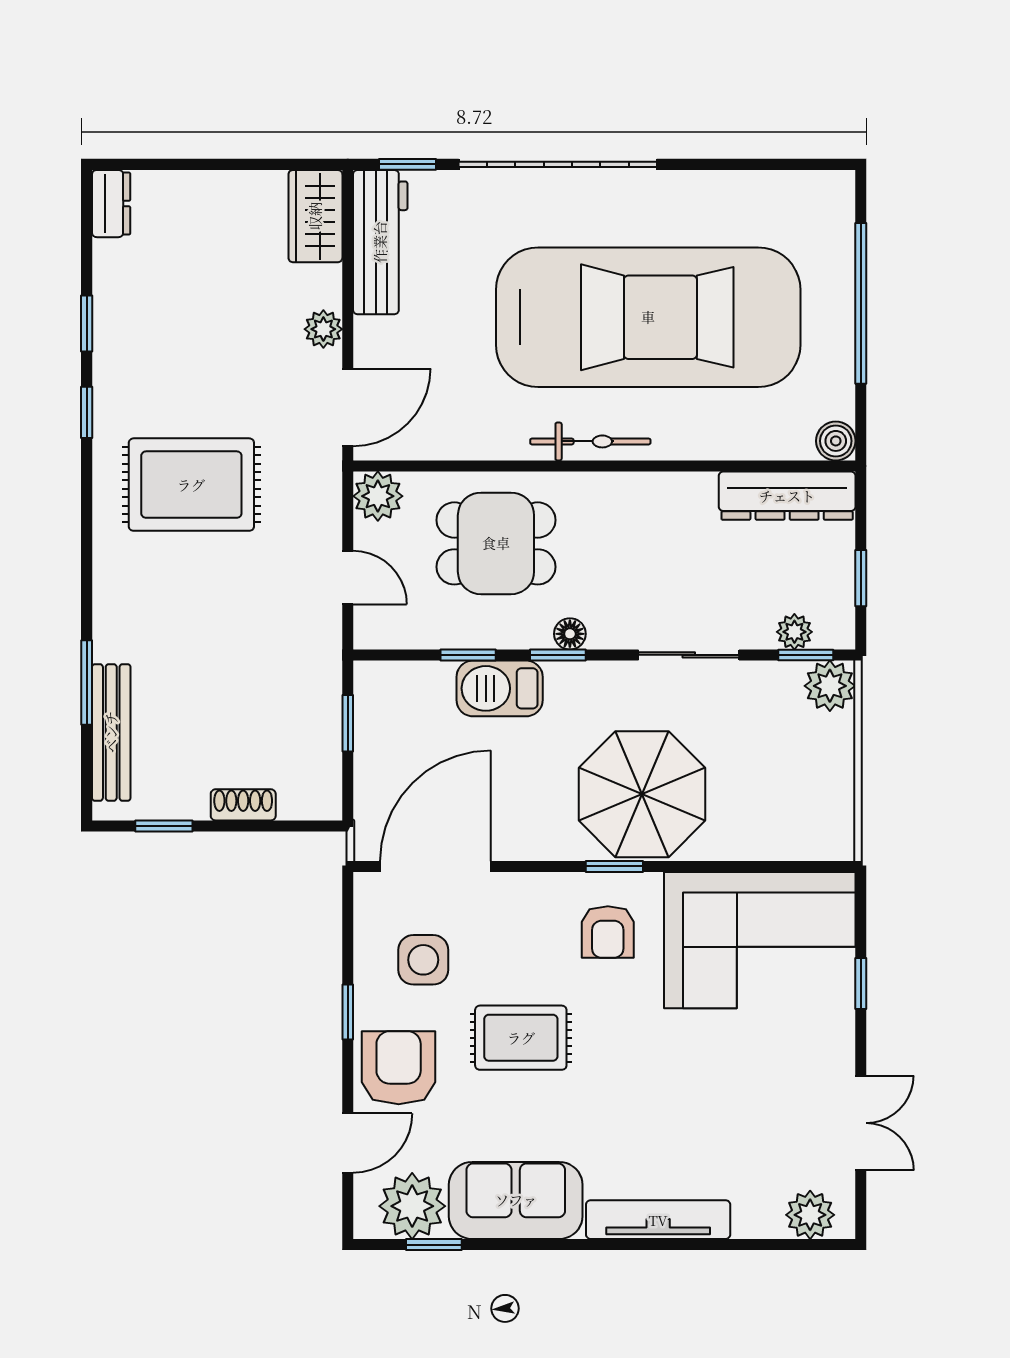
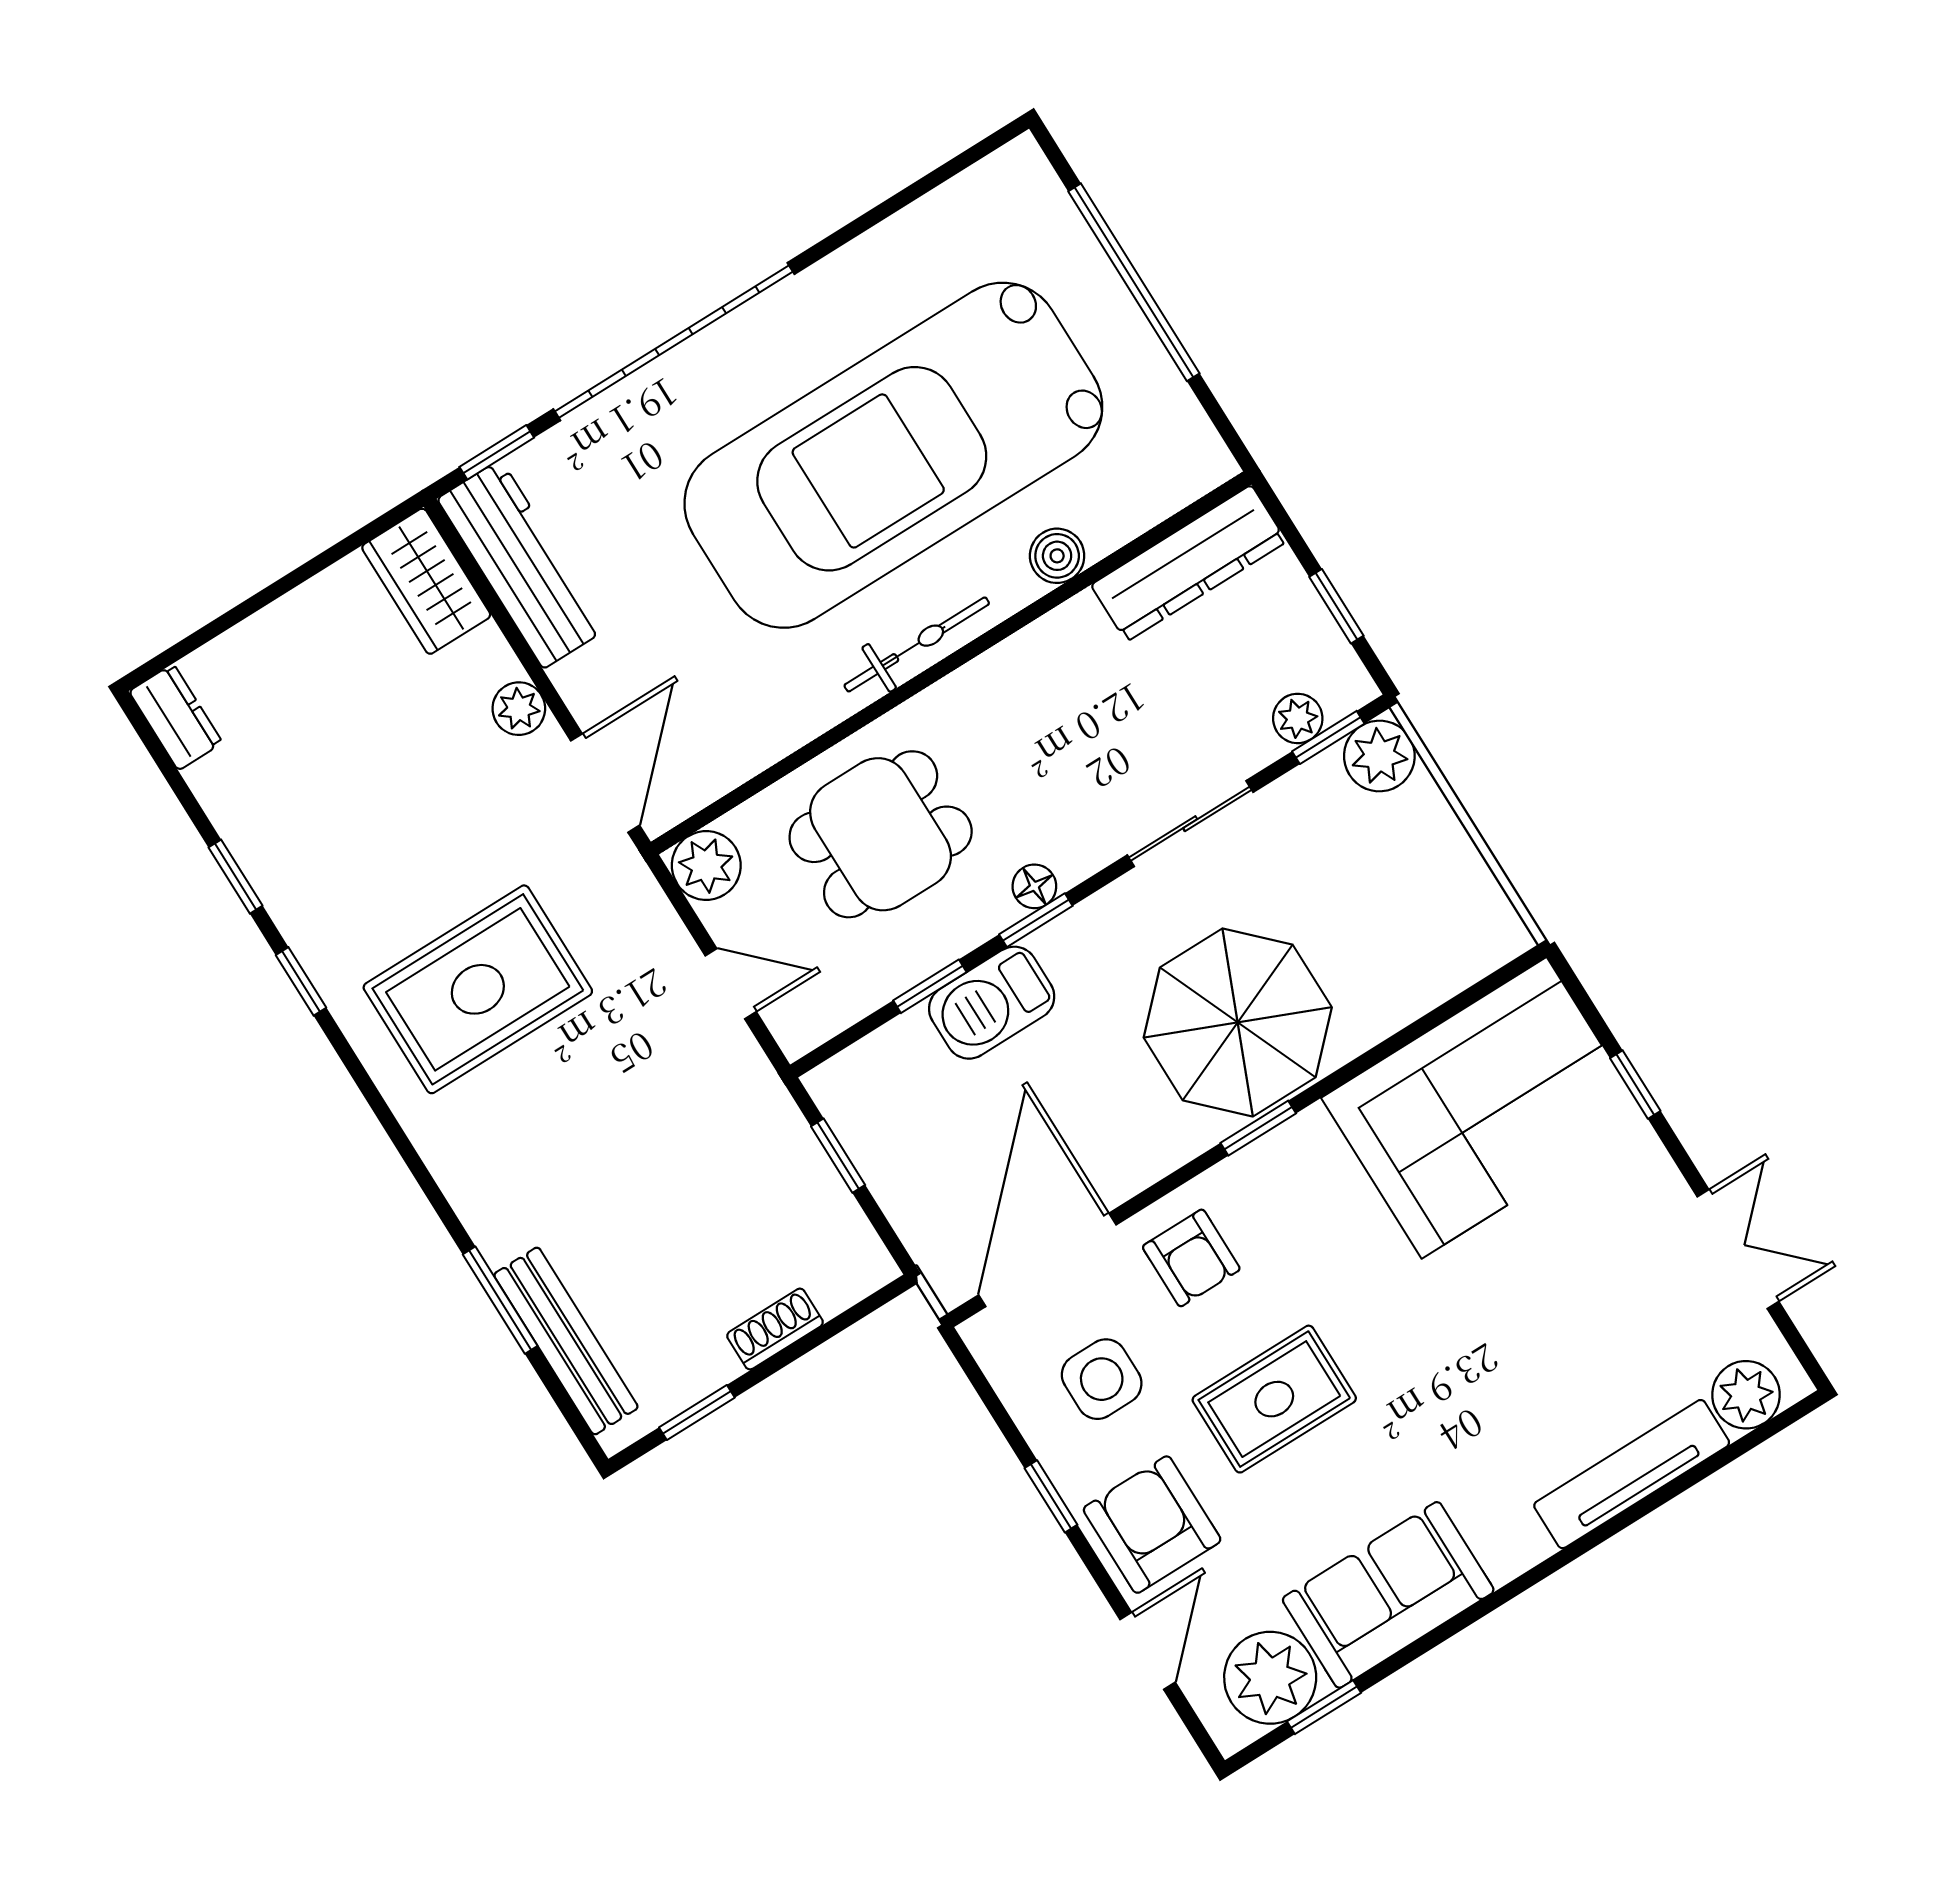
car: (648, 317) -> (893, 455), turned 180
boiler: (836, 441) -> (1057, 556), moved
armchair: (608, 932) -> (1191, 1258), moved
tv unit: (658, 1220) -> (1632, 1474), moved

